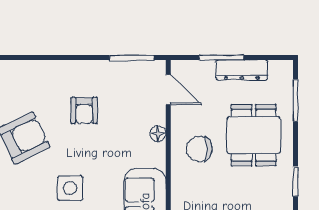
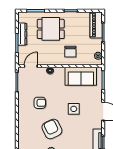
chair: (199, 149) -> (70, 52), moved

